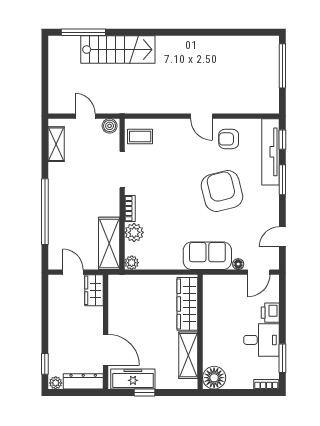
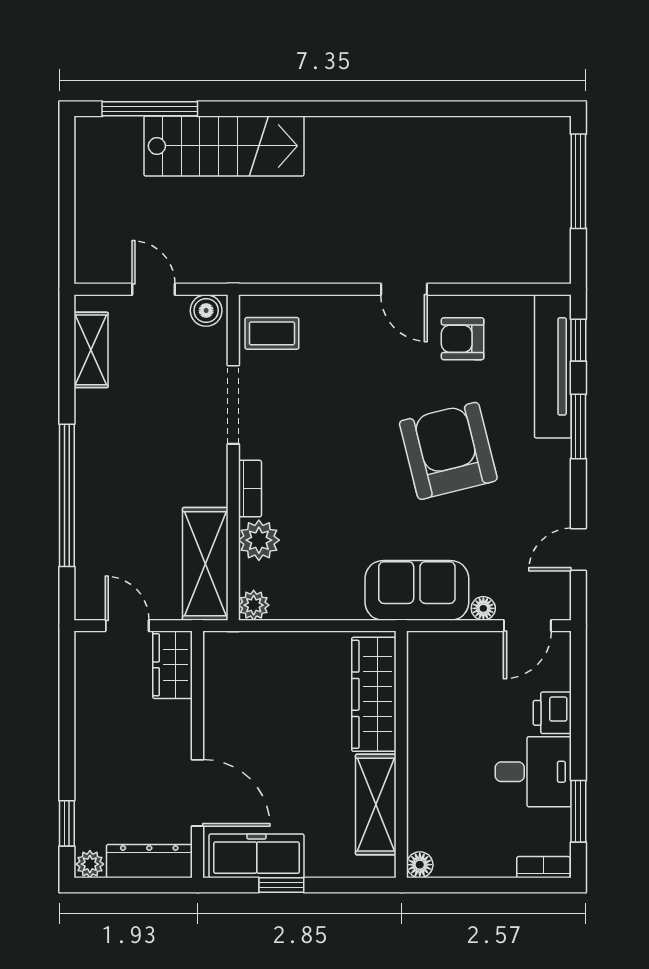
floor lamp: (214, 378) -> (420, 865), width x0.53, depth x0.53

